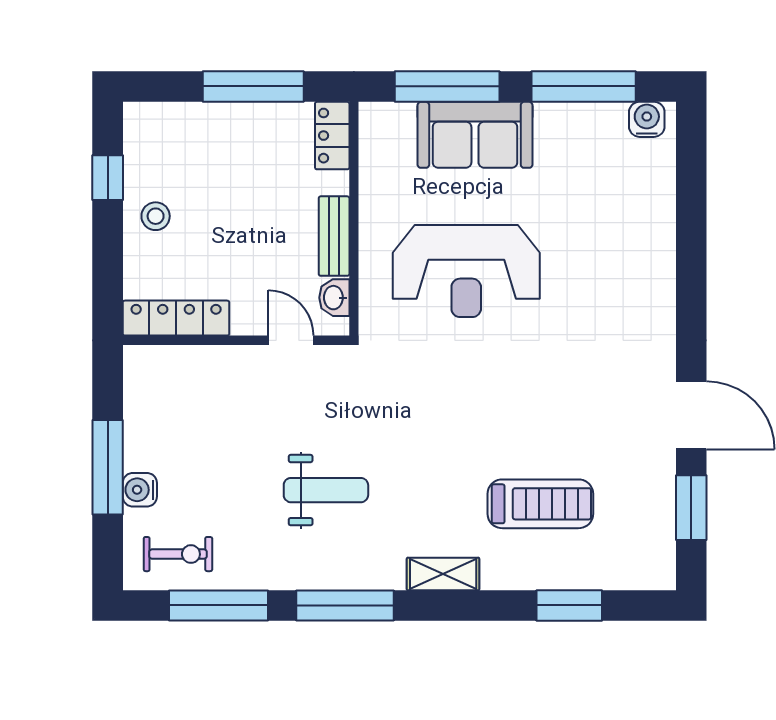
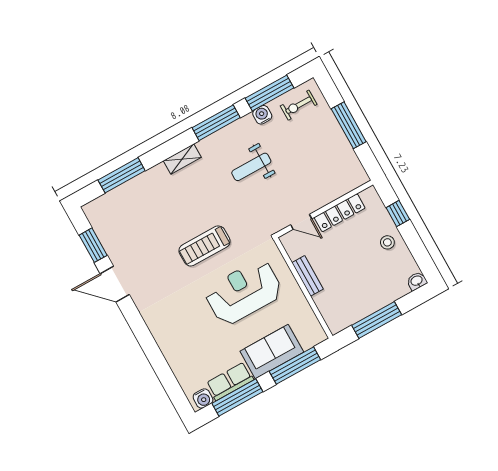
row of seats: (581, 123) -> (230, 381), added
locker: (332, 136) -> (332, 318), removed
window: (108, 178) -> (398, 214), moved
washbasin: (334, 298) -> (417, 281), moved, turned -90
locker: (176, 318) -> (340, 213), moved
water cooler: (140, 490) -> (262, 115), moved, turned -90
treadmill: (540, 504) -> (204, 246), moved
window: (569, 605) -> (122, 175), width x1.44

